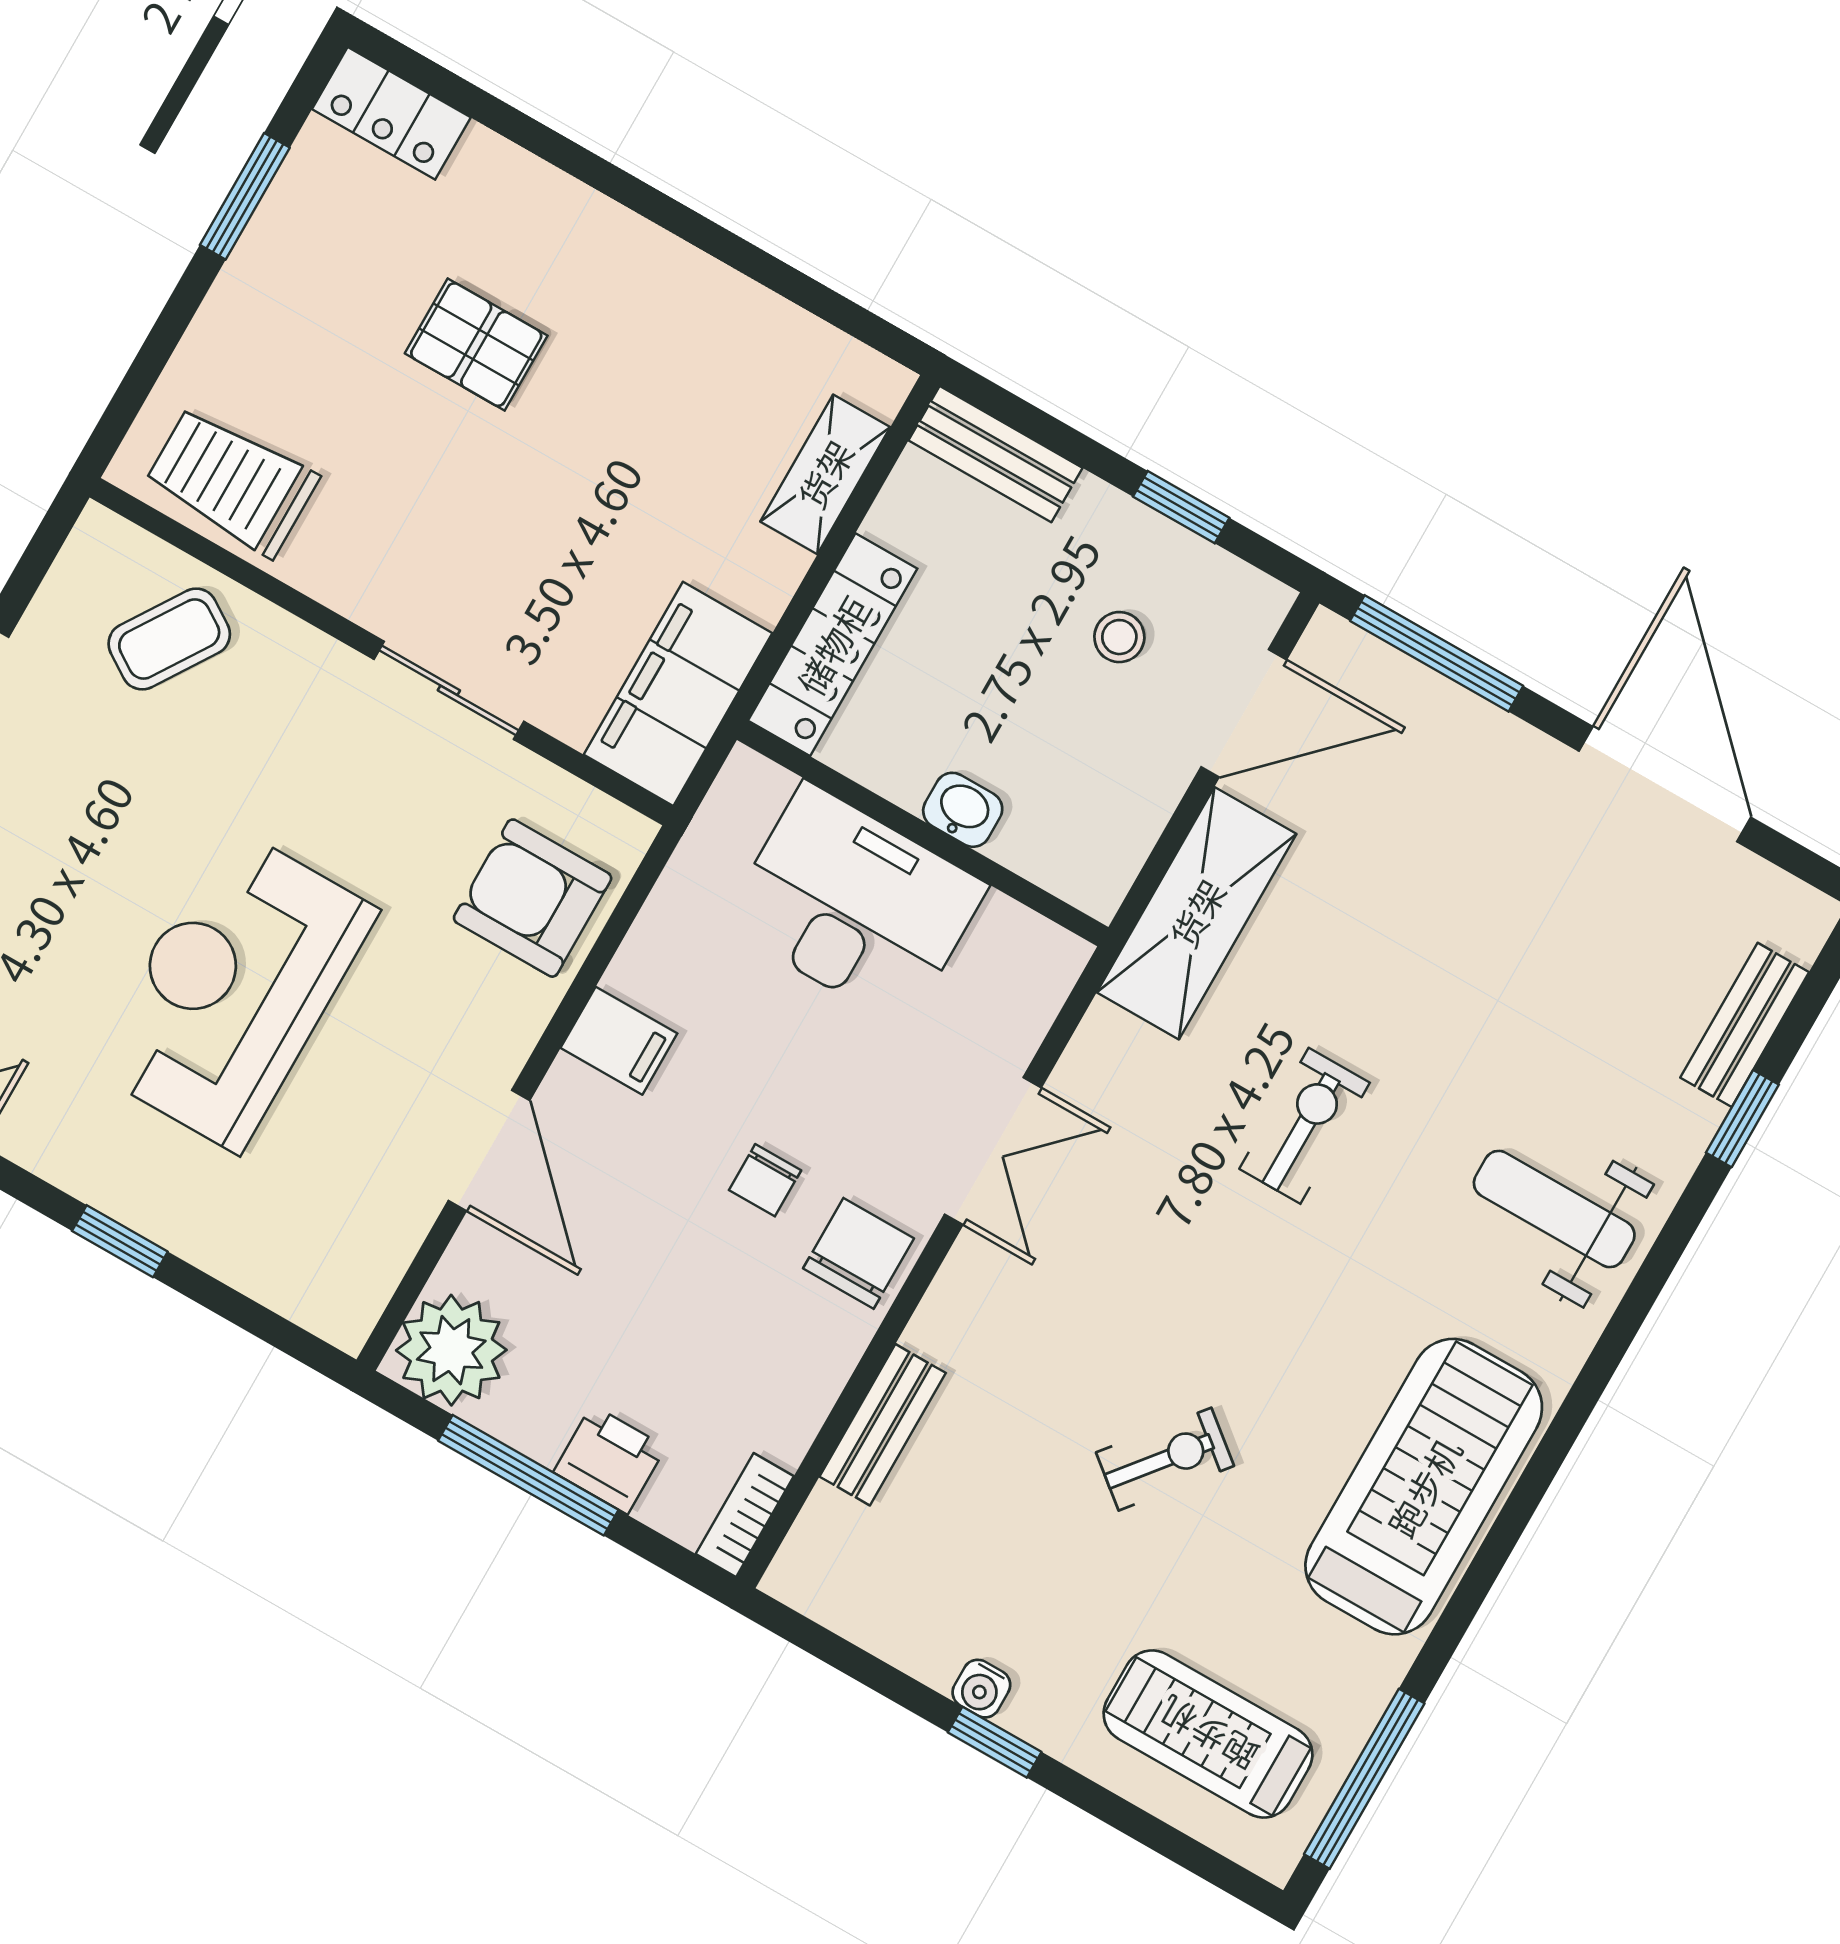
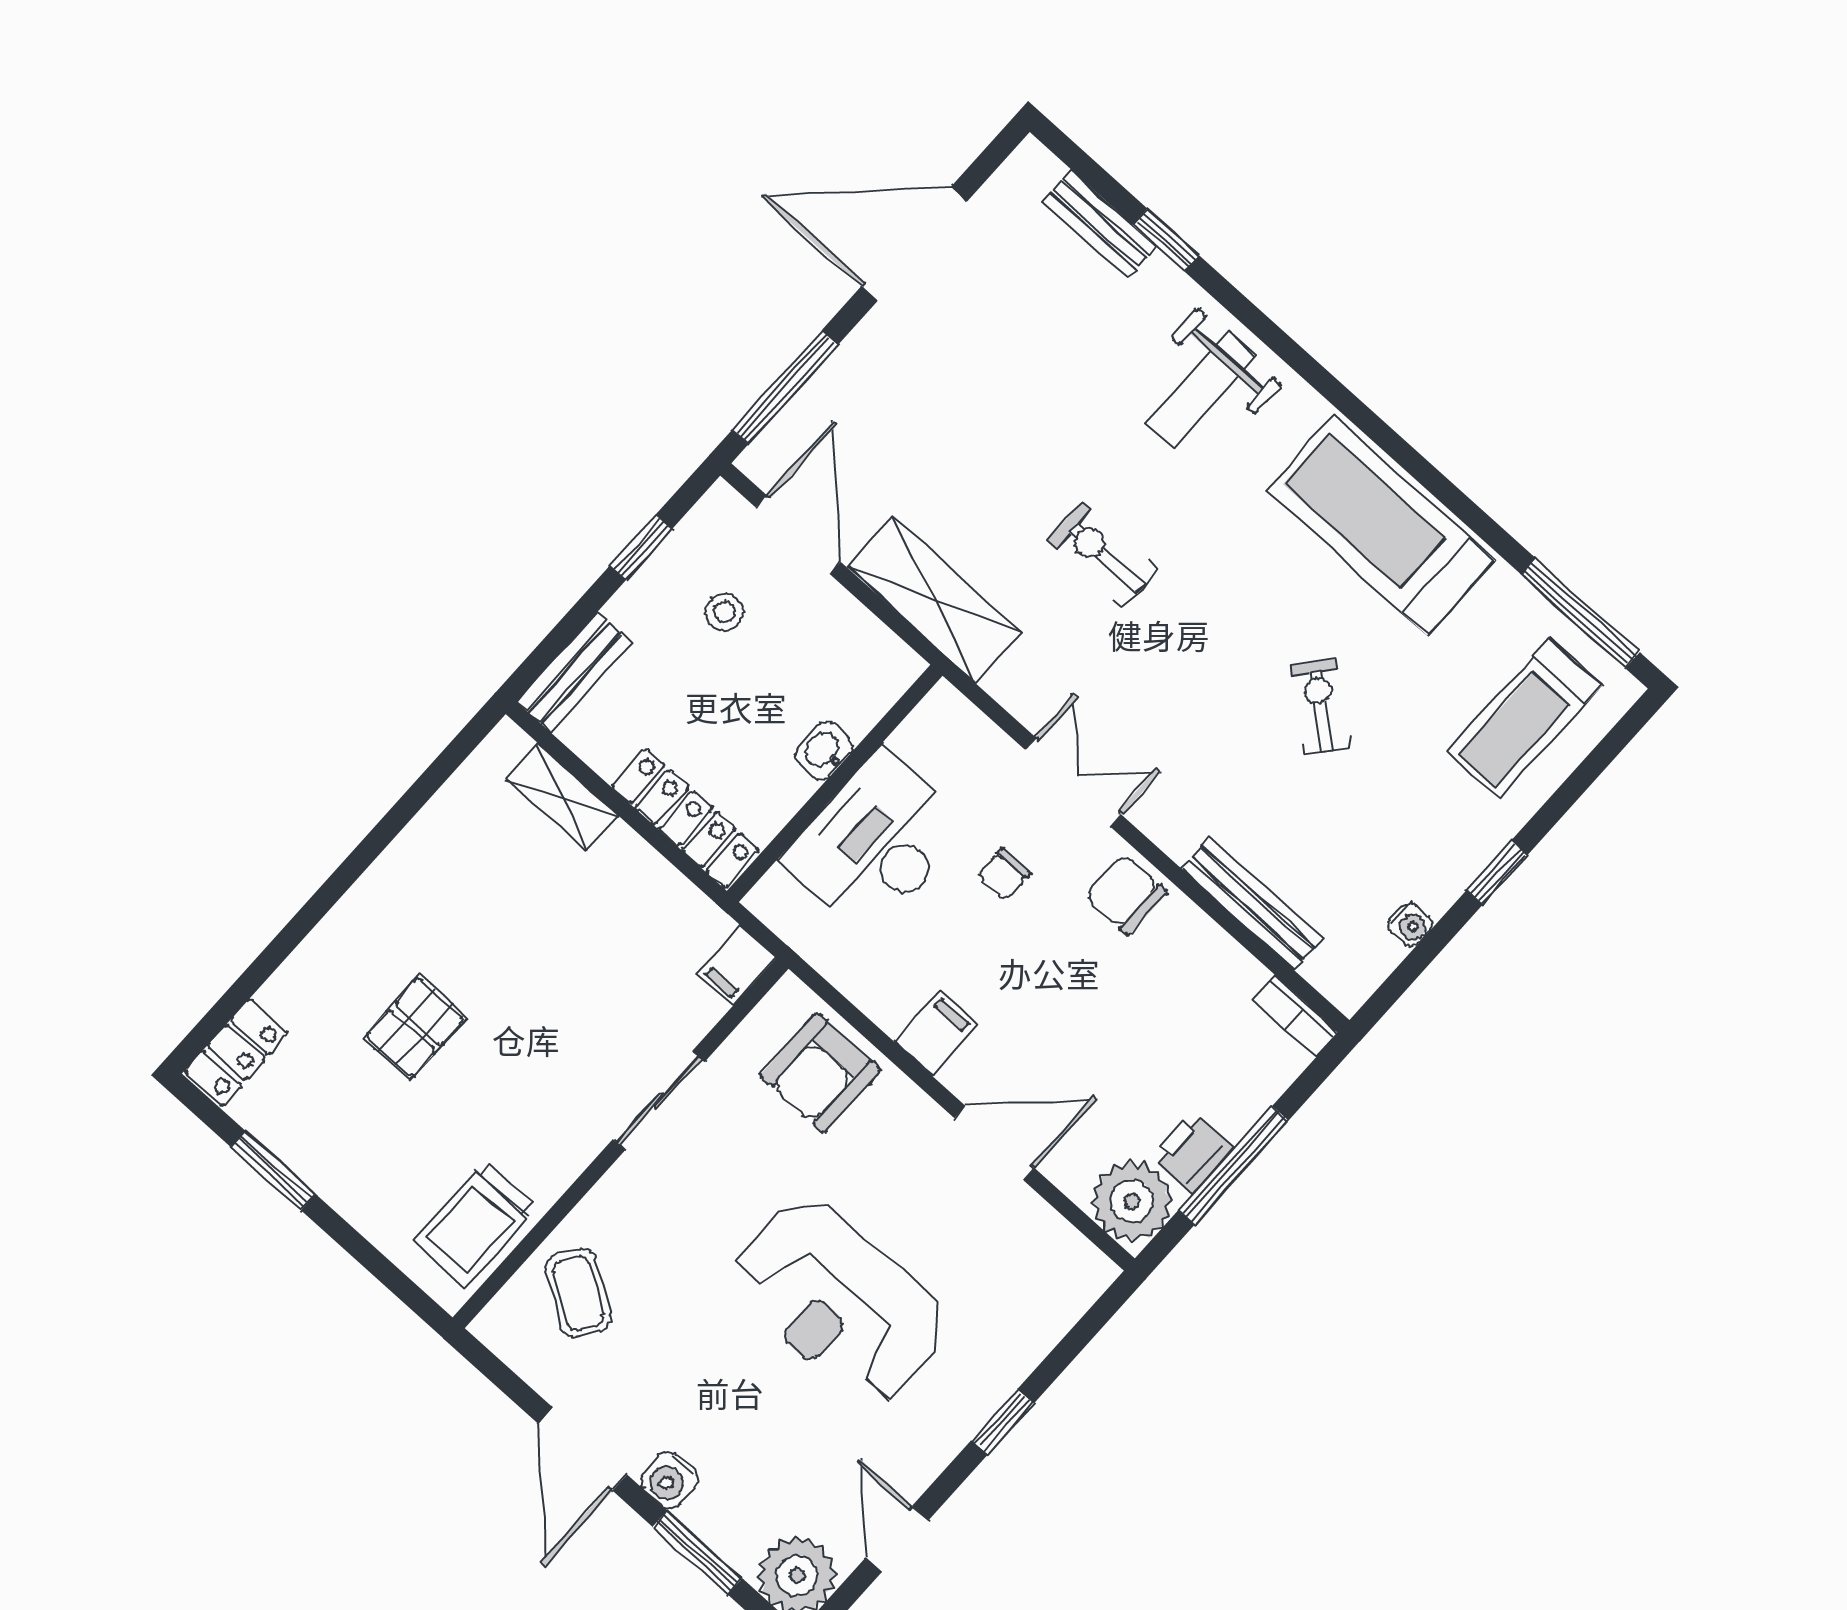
filing cabinet: (678, 694) -> (737, 966), width x0.33, depth x0.86
chair: (765, 1180) -> (1004, 874), moved, turned 90
bench: (883, 1425) -> (1252, 904), width x1.36
printer: (610, 1460) -> (1192, 1152), moved
water cooler: (981, 1689) -> (1411, 925), moved

